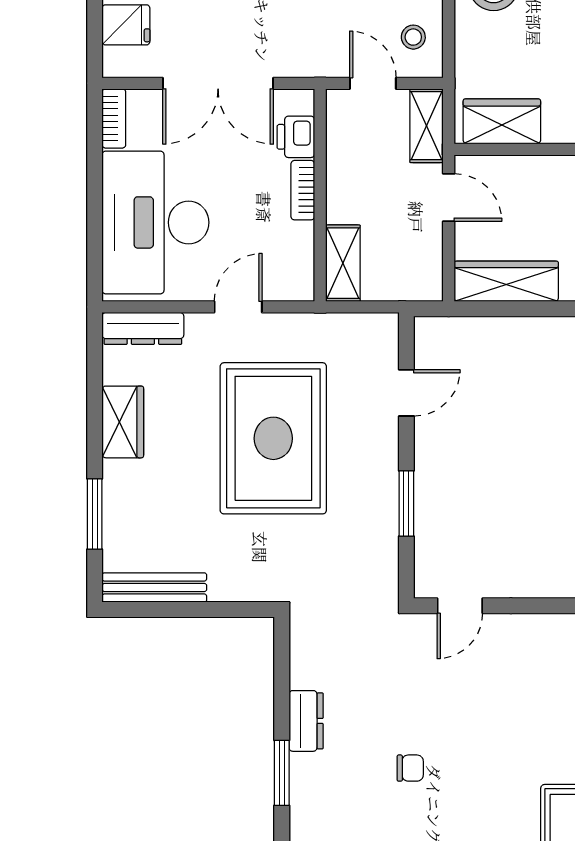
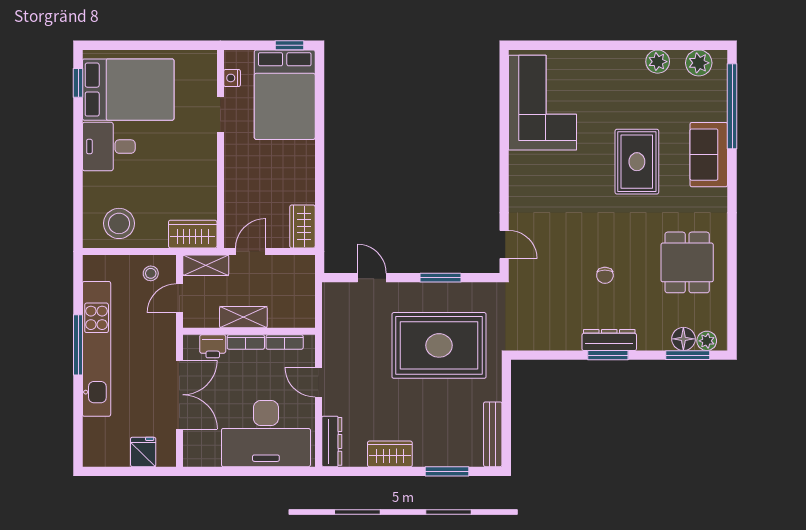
bookcase: (114, 118) -> (285, 342), moved, turned 180
wardrobe: (502, 121) -> (193, 234), moved, turned 90
shelving: (343, 263) -> (243, 317), moved
wardrobe: (506, 281) -> (302, 226), width x0.67
rug: (273, 438) -> (439, 345), moved
dresser: (306, 721) -> (609, 340), moved, width x1.44
chair: (410, 768) -> (605, 275), turned 180

